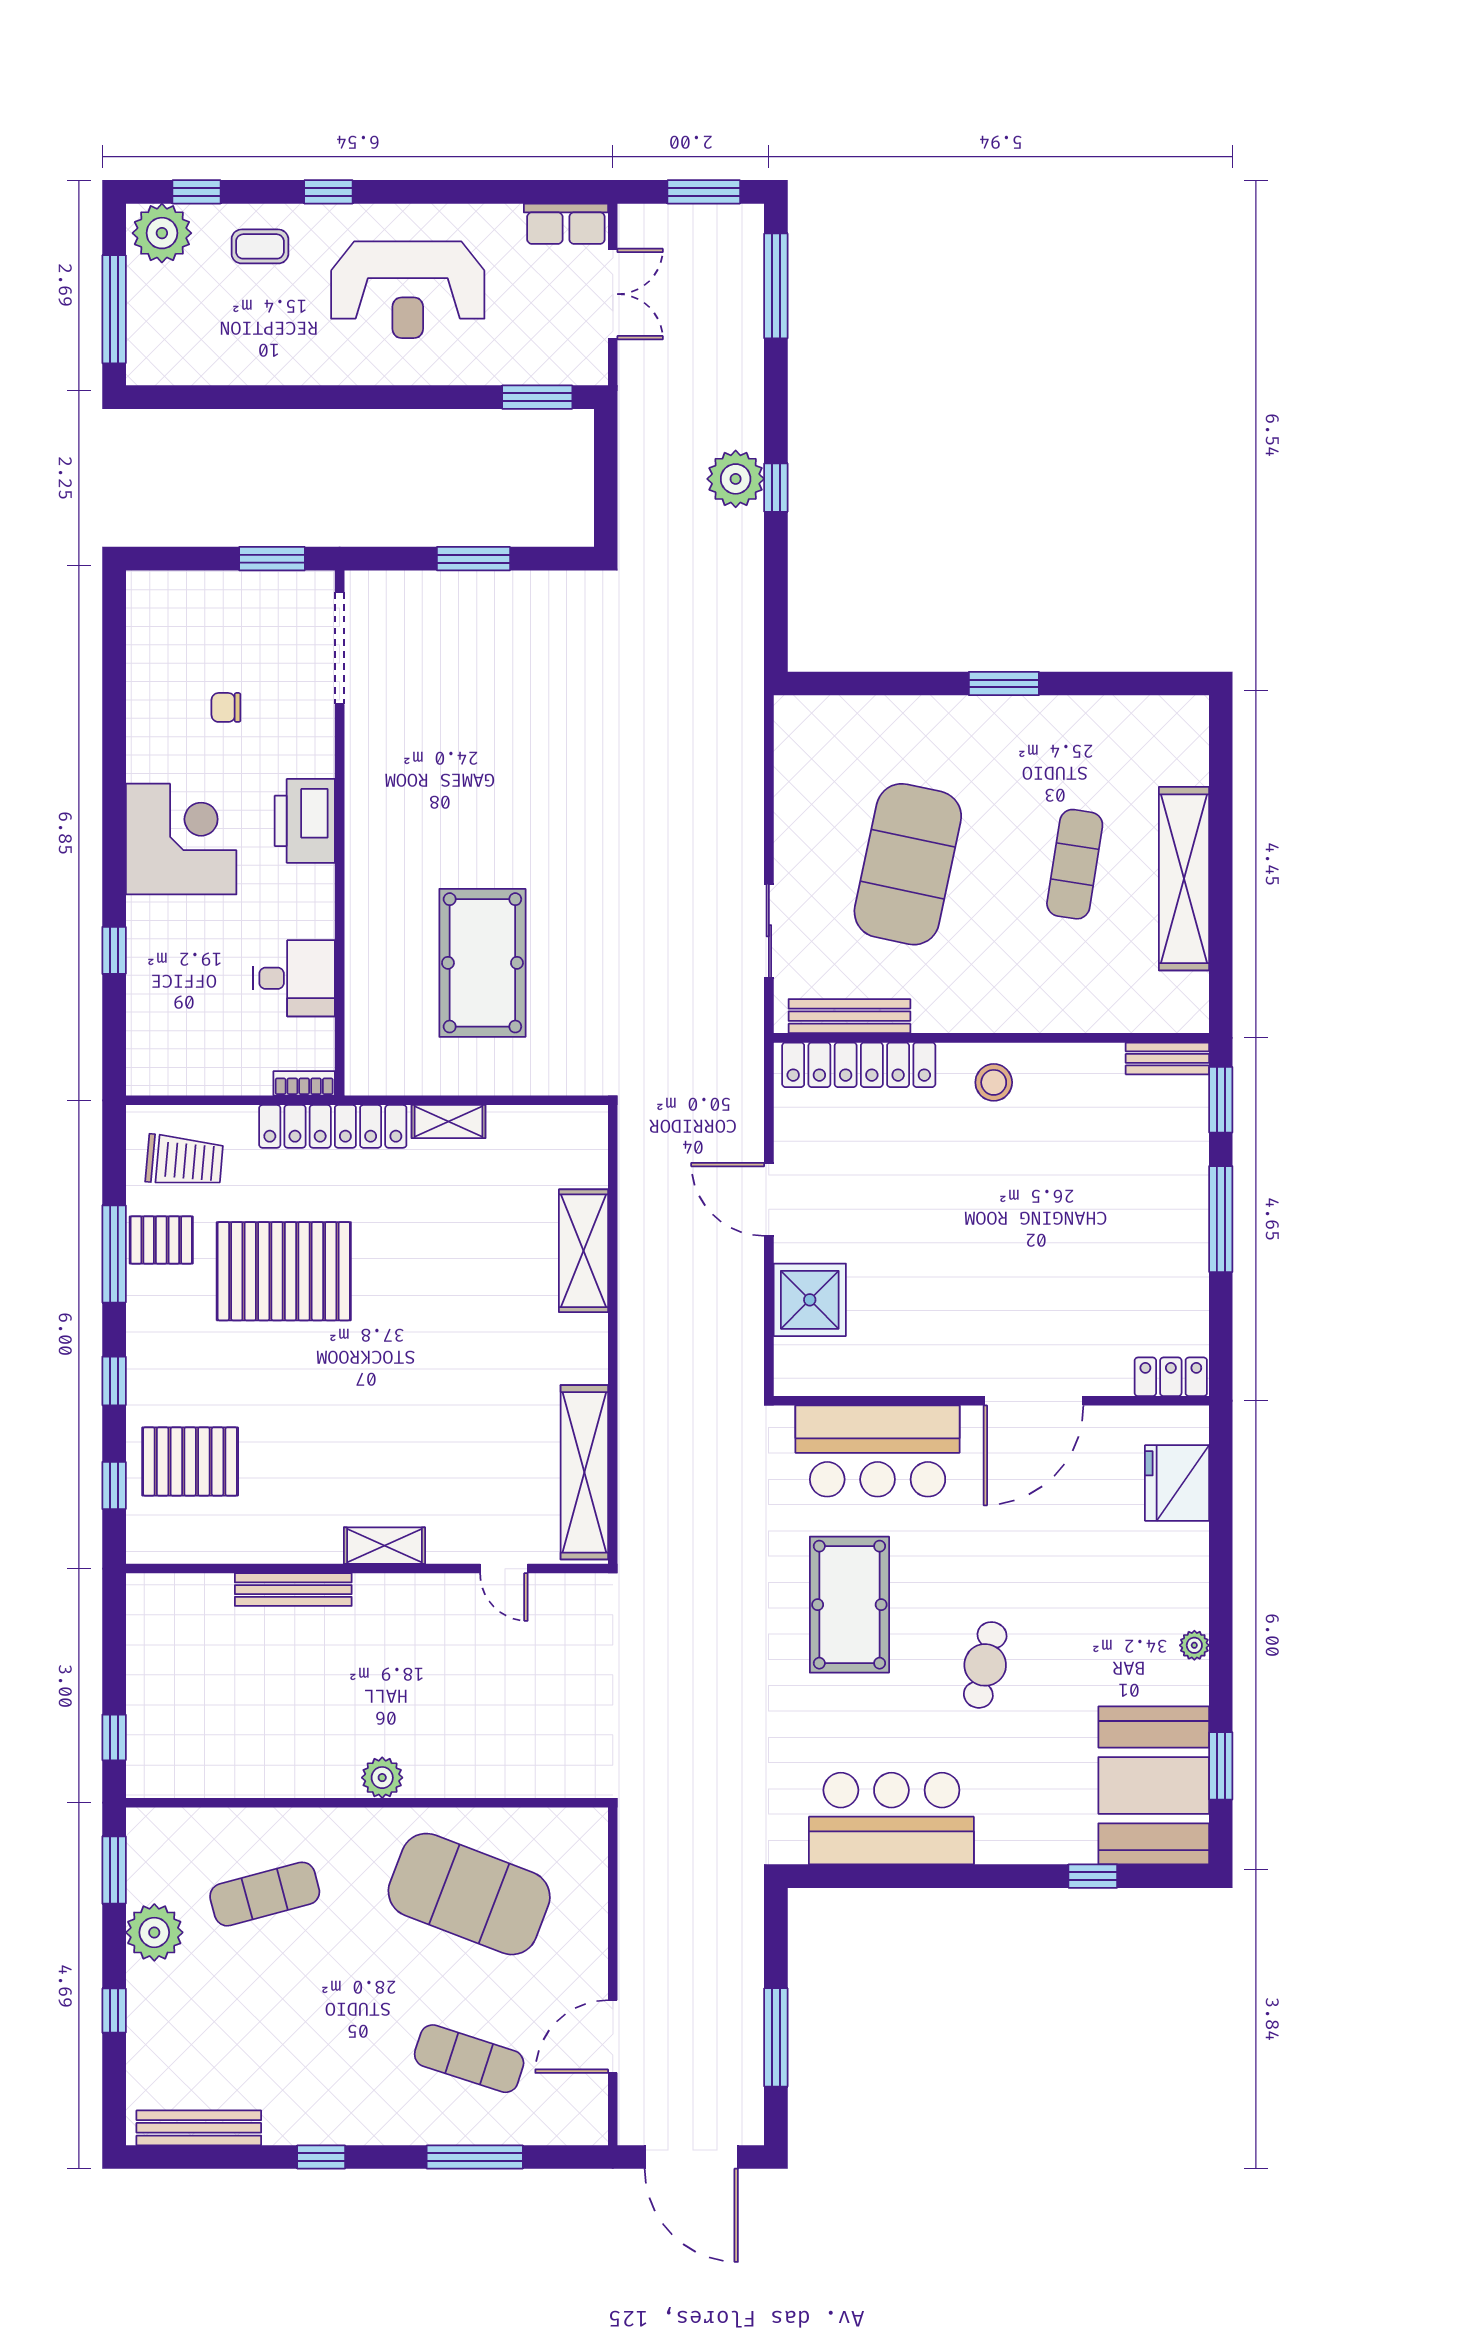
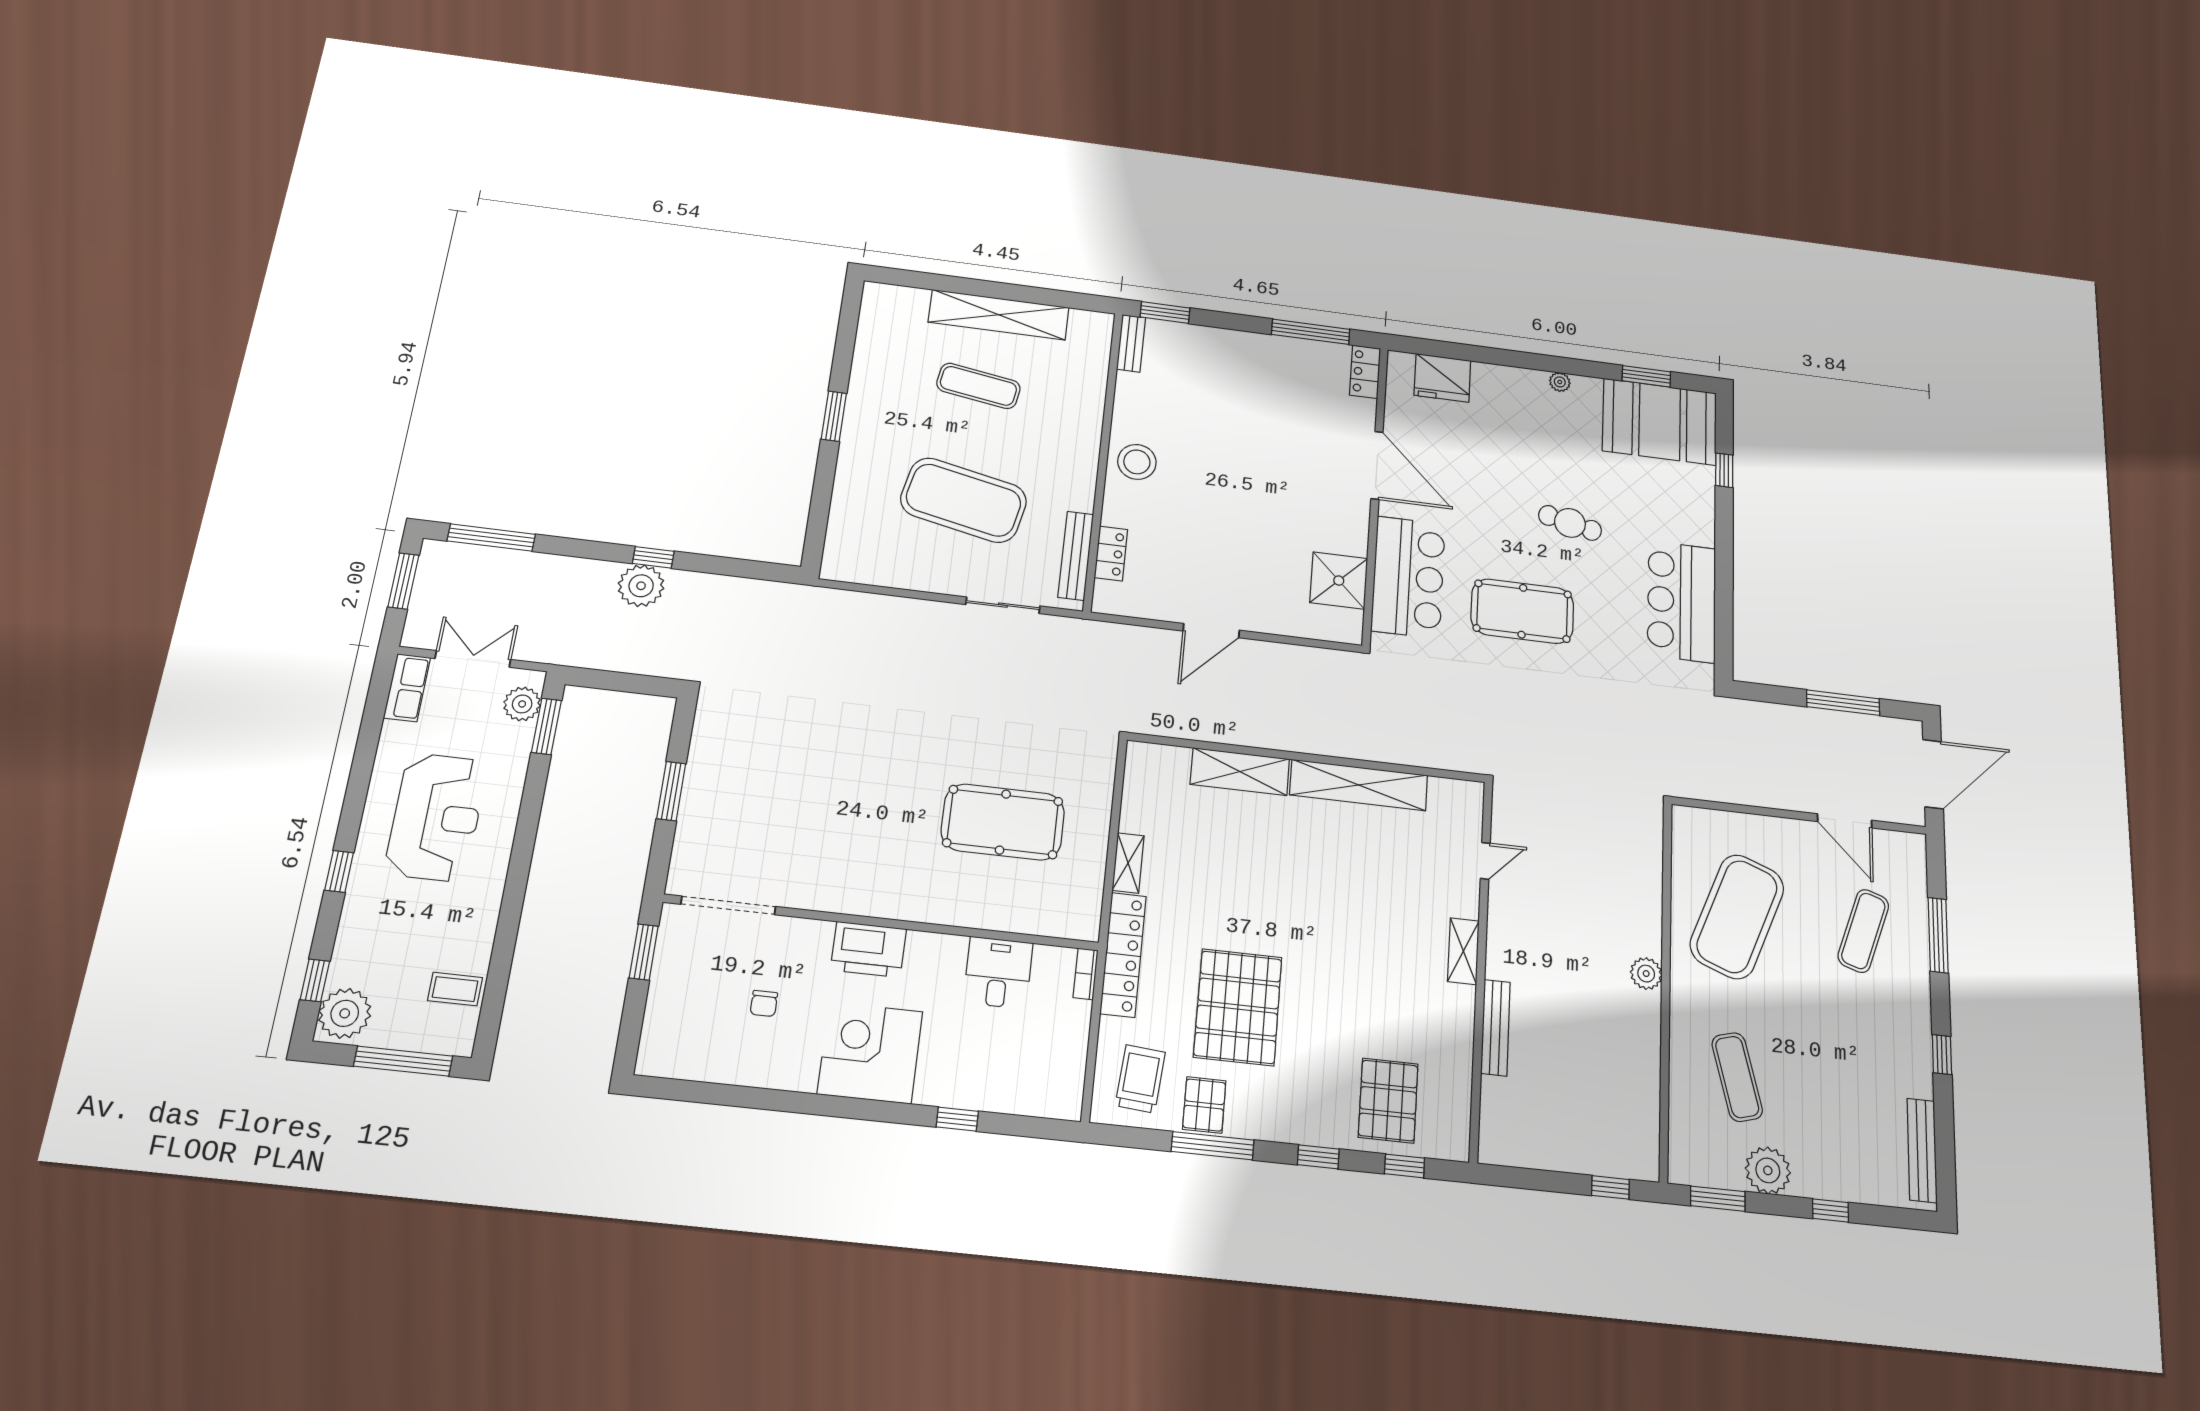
coffee table: (260, 246) -> (455, 989), moved, turned 90
plant: (562, 363) -> (522, 704), added
locker: (859, 1065) -> (1111, 554), width x0.46, depth x0.83
stool: (994, 1082) -> (1137, 462), width x1.38, depth x1.38
window: (1221, 1219) -> (1311, 332), moved
shower: (810, 1300) -> (1339, 581), moved
shelving: (584, 1472) -> (1359, 785), moved

